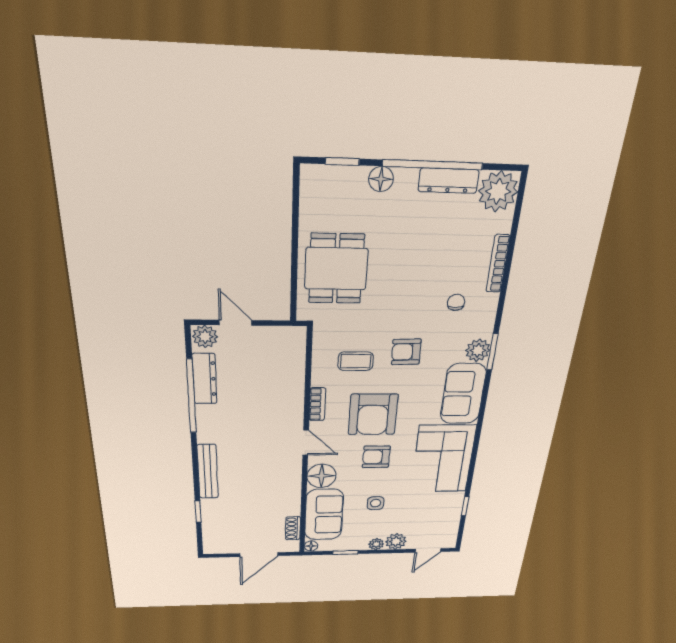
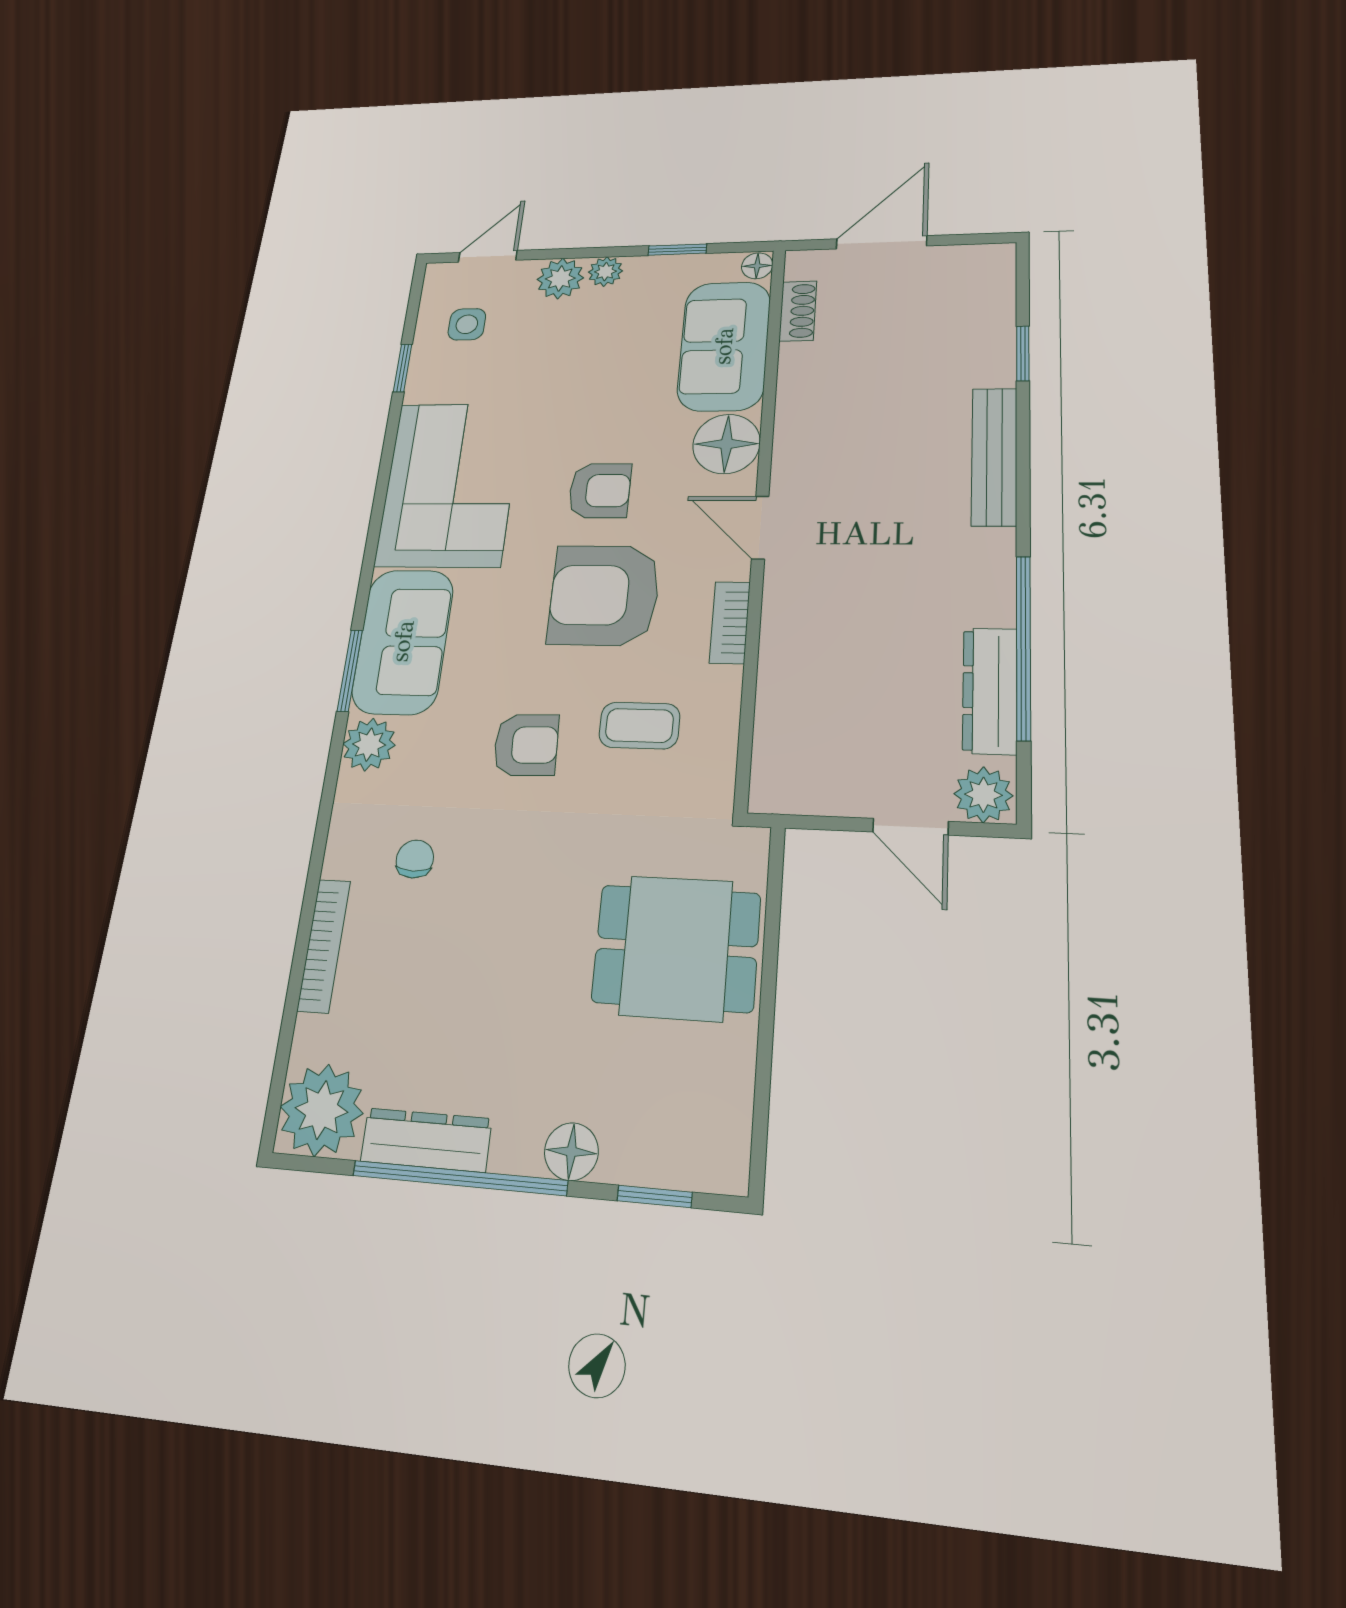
dining table: (336, 269) -> (676, 948), turned 90
chair: (456, 302) -> (415, 859), turned 180
window: (492, 352) -> (350, 671), moved
armchair: (373, 414) -> (604, 595), turned -90
side table: (376, 503) -> (467, 324), moved

